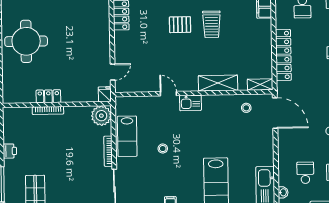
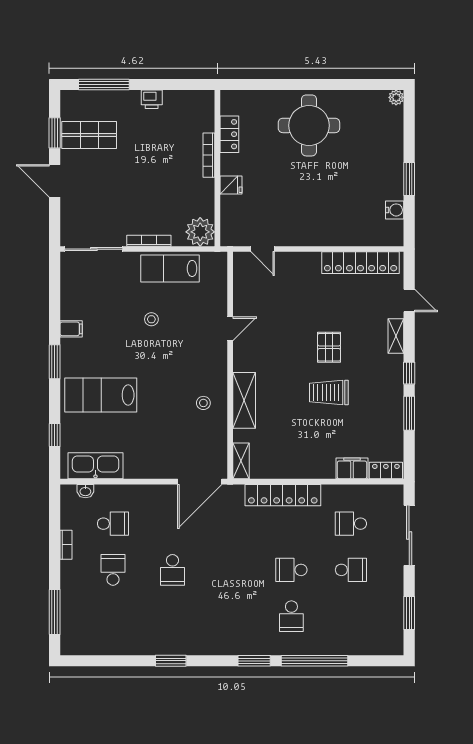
fridge: (105, 94) -> (231, 185), moved
locker: (48, 96) -> (229, 134), moved
kitchen sink: (190, 103) -> (216, 360), removed
stool: (246, 108) -> (203, 403), moved

